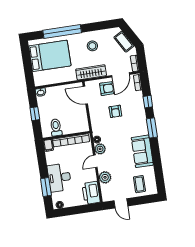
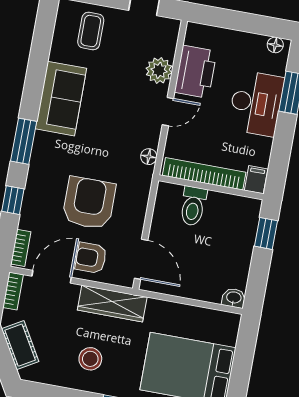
armchair: (115, 111) -> (89, 203), width x1.88, depth x1.88
window: (35, 114) -> (266, 233), moved
toilet: (56, 127) -> (193, 206), moved
plant: (100, 149) -> (149, 134), removed
printer: (91, 193) -> (196, 72), moved

